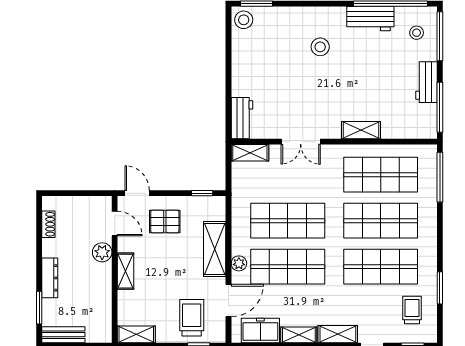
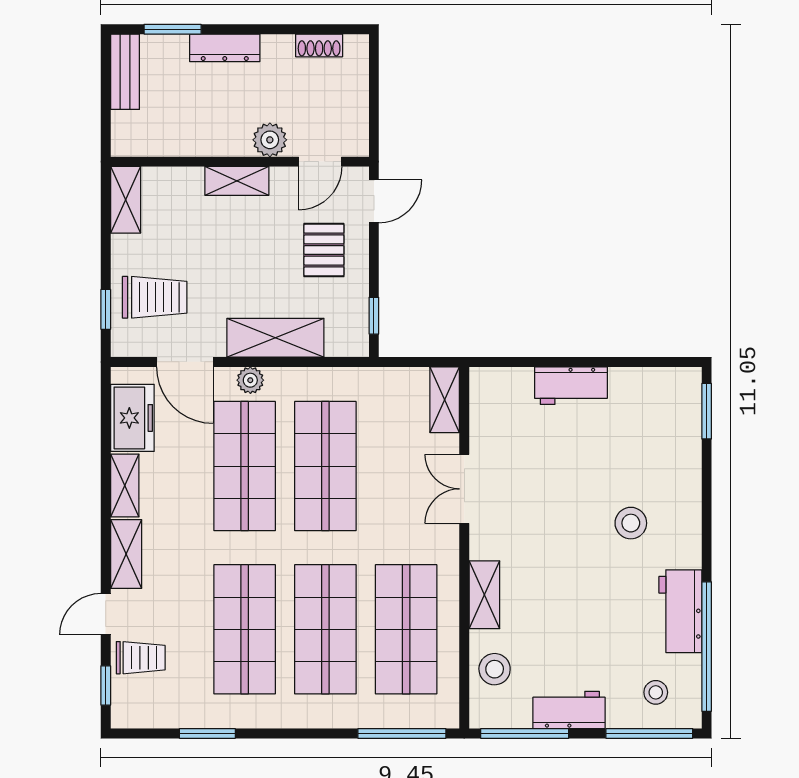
stool: (244, 20) -> (495, 669), moved
workbench: (242, 118) -> (571, 386), moved
trolley: (412, 310) -> (141, 658), moved

